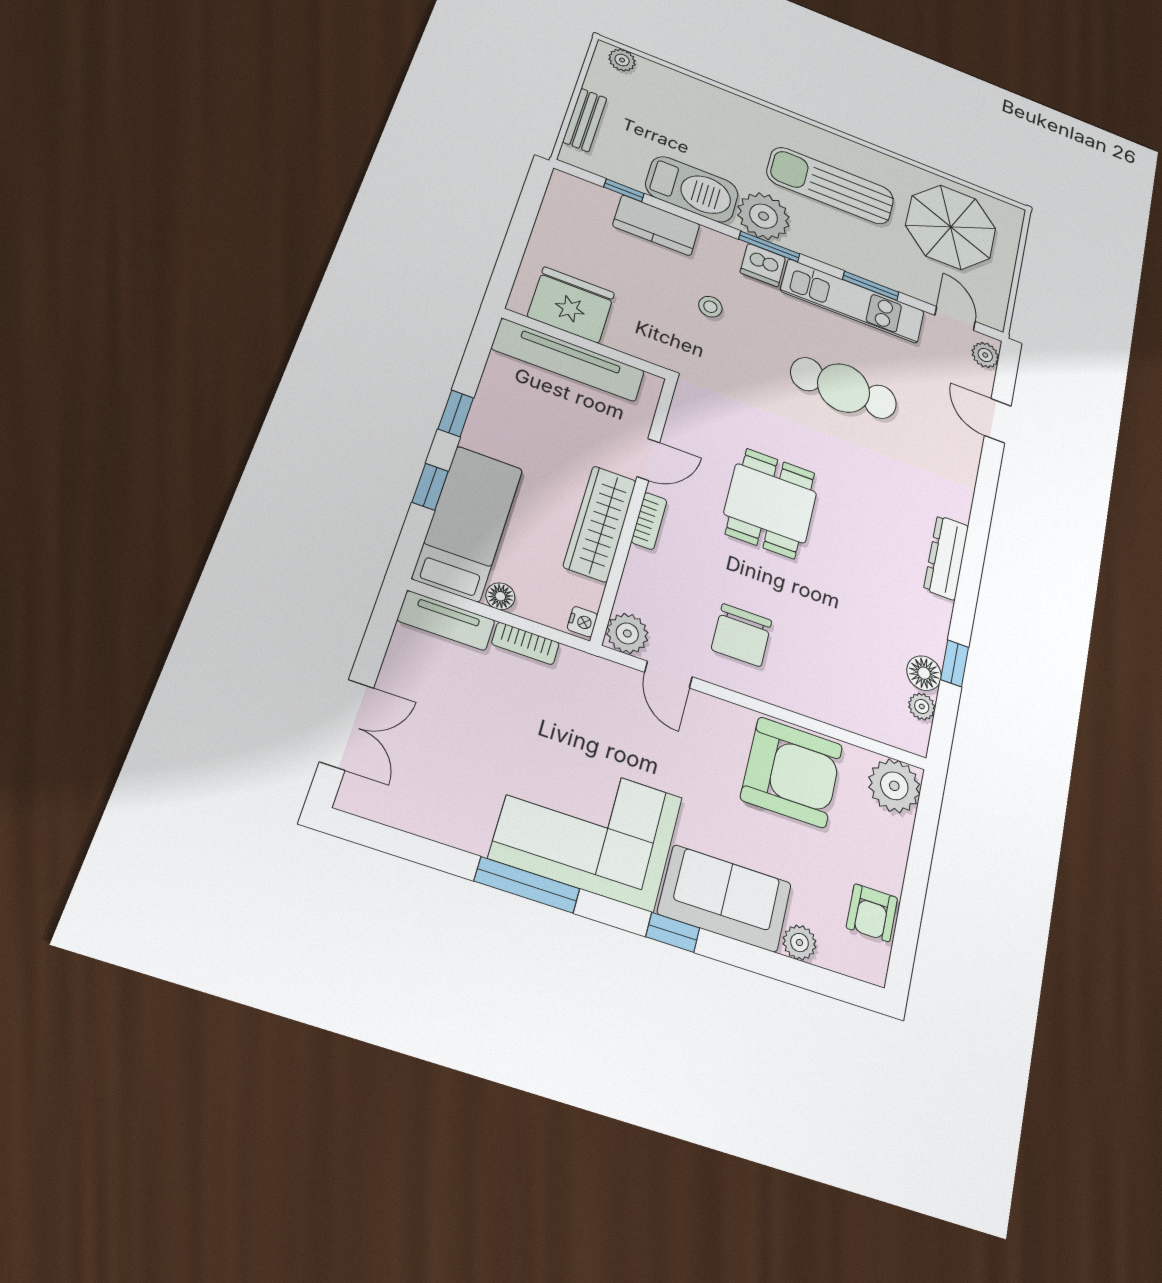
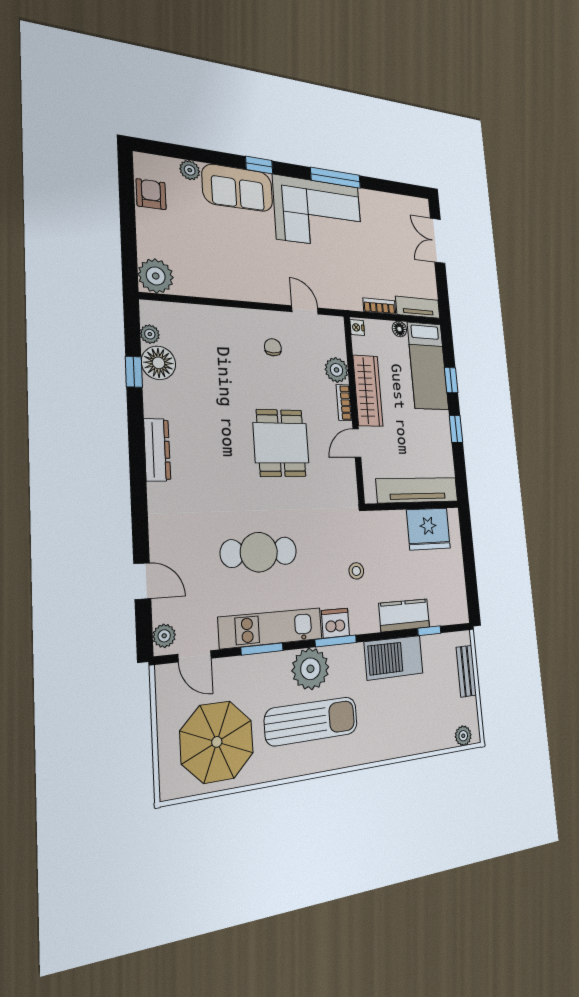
plant: (764, 216) -> (310, 669), moved
plant: (627, 633) -> (336, 370), moved
chair: (742, 635) -> (273, 347), width x0.54, depth x0.54
floor lamp: (924, 673) -> (158, 363), width x1.38, depth x1.38
armchair: (792, 772) -> (221, 269), removed

